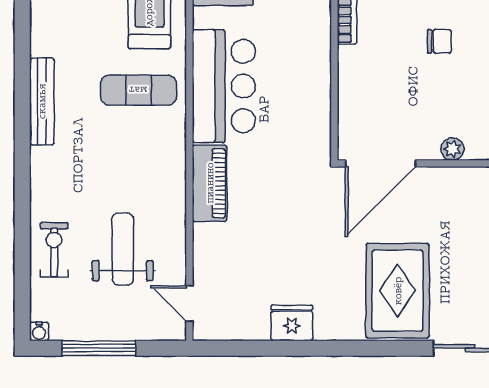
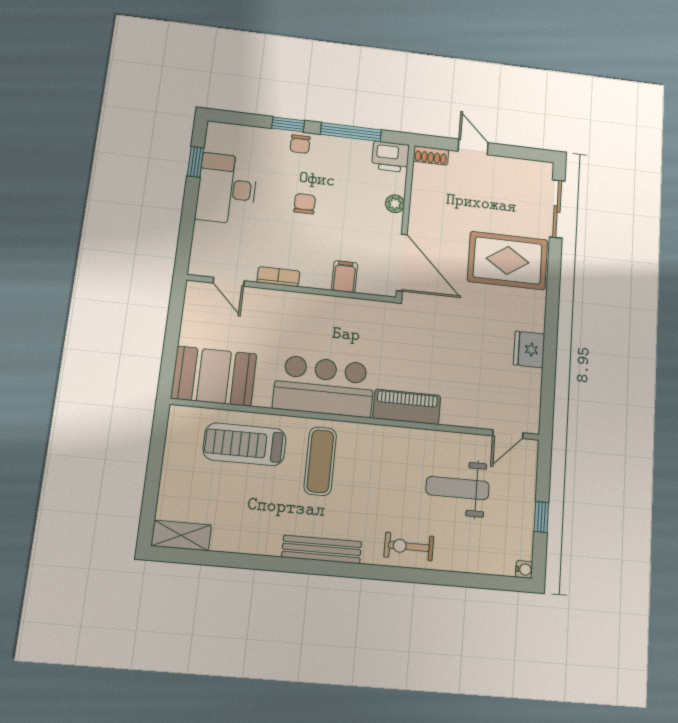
filing cabinet: (356, 97) -> (345, 277), added
exercise bike: (54, 250) -> (409, 547), moved
window: (99, 348) -> (541, 517), width x0.46

